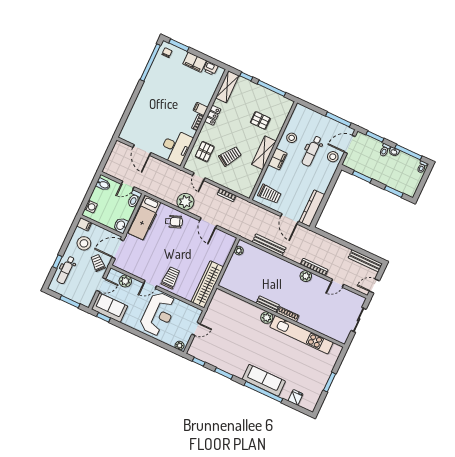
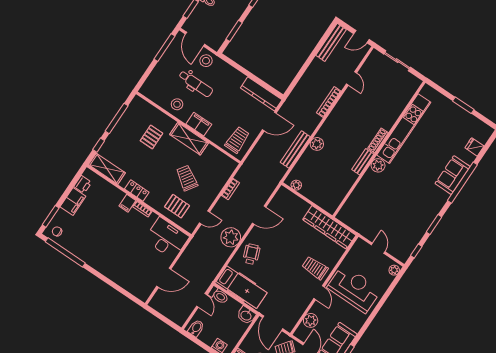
plant: (306, 276) -> (317, 144), moved
door: (374, 286) -> (361, 37), hinge flipped
sofa: (264, 380) -> (453, 175), width x0.73

